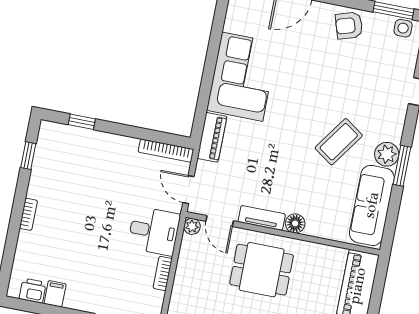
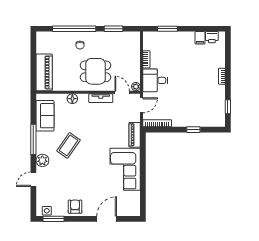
armchair: (349, 26) -> (75, 207), turned -73
window: (82, 122) -> (193, 130), moved
plant: (387, 154) -> (42, 160), moved
window: (402, 166) -> (33, 139), width x1.44
door: (188, 190) -> (142, 105), hinge flipped
sofa: (372, 205) -> (45, 116), width x0.73
floor lamp: (295, 223) -> (72, 99), moved

